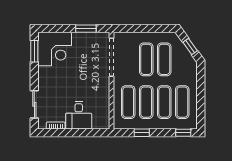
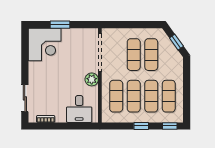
window: (86, 29) -> (60, 25), moved
window: (34, 51) -> (25, 47), removed
plant: (103, 85) -> (92, 79), added
desk: (79, 115) -> (79, 109), moved
window: (142, 133) -> (141, 126), moved

